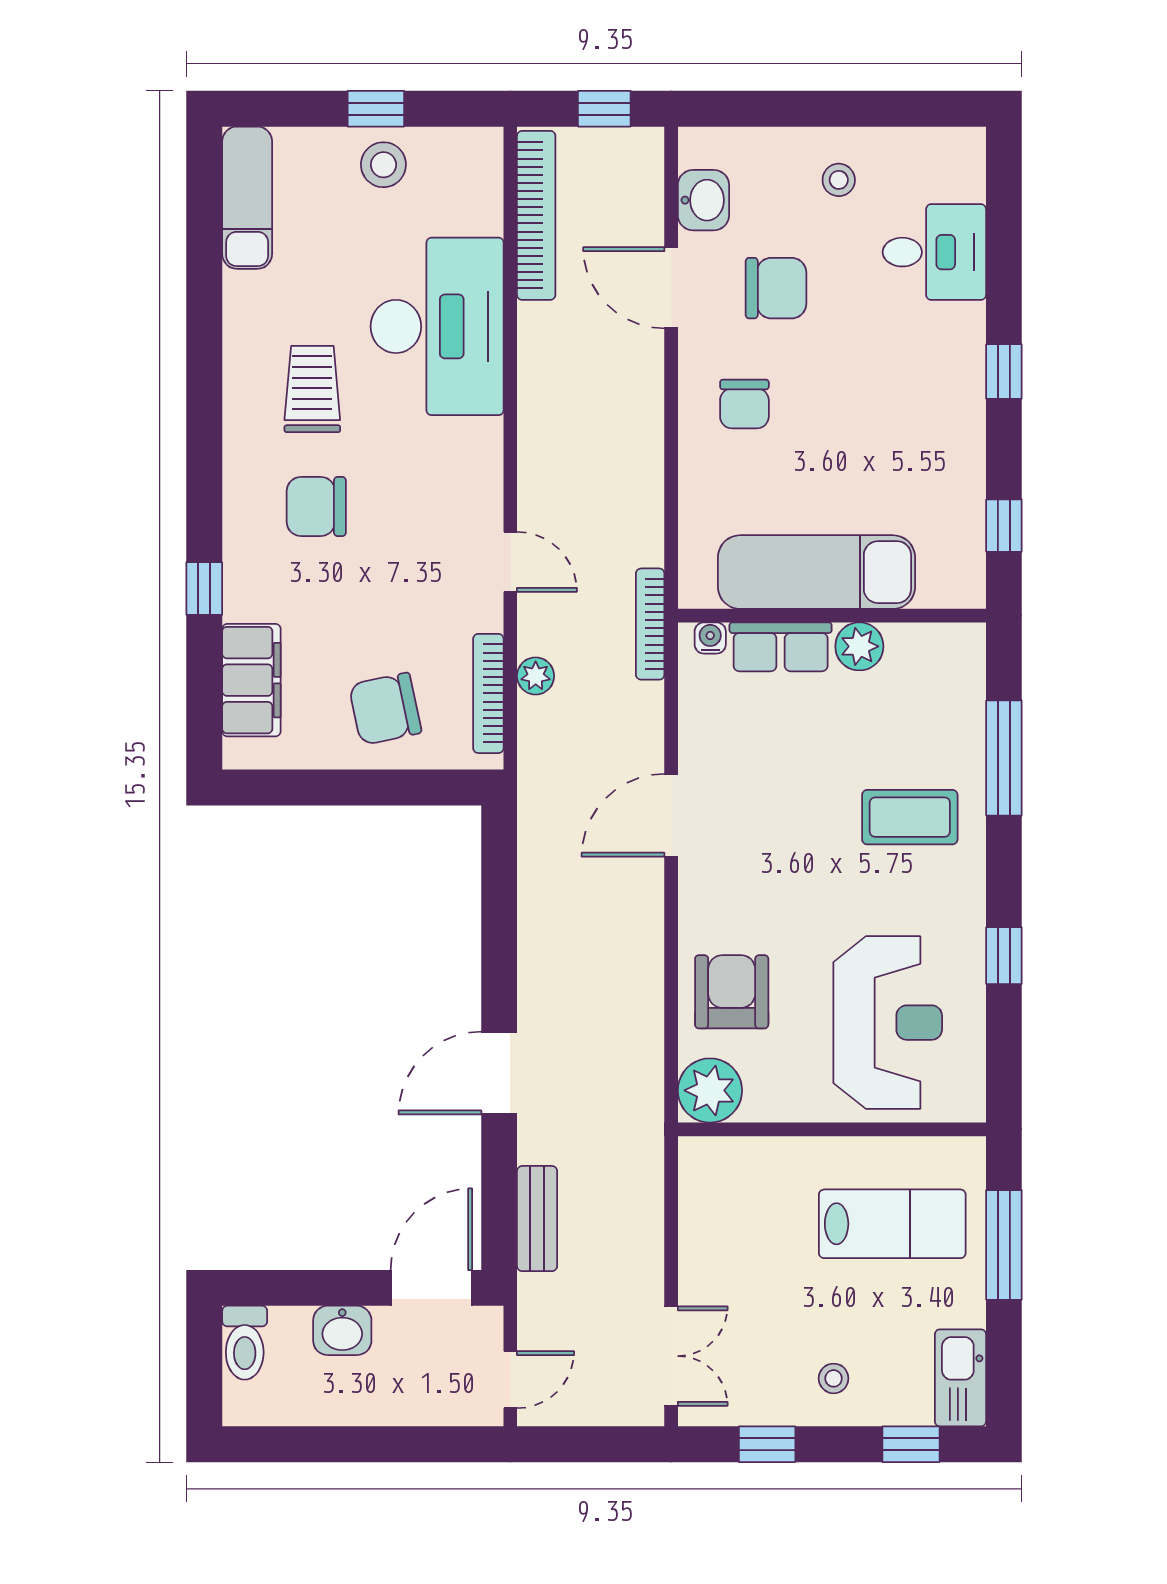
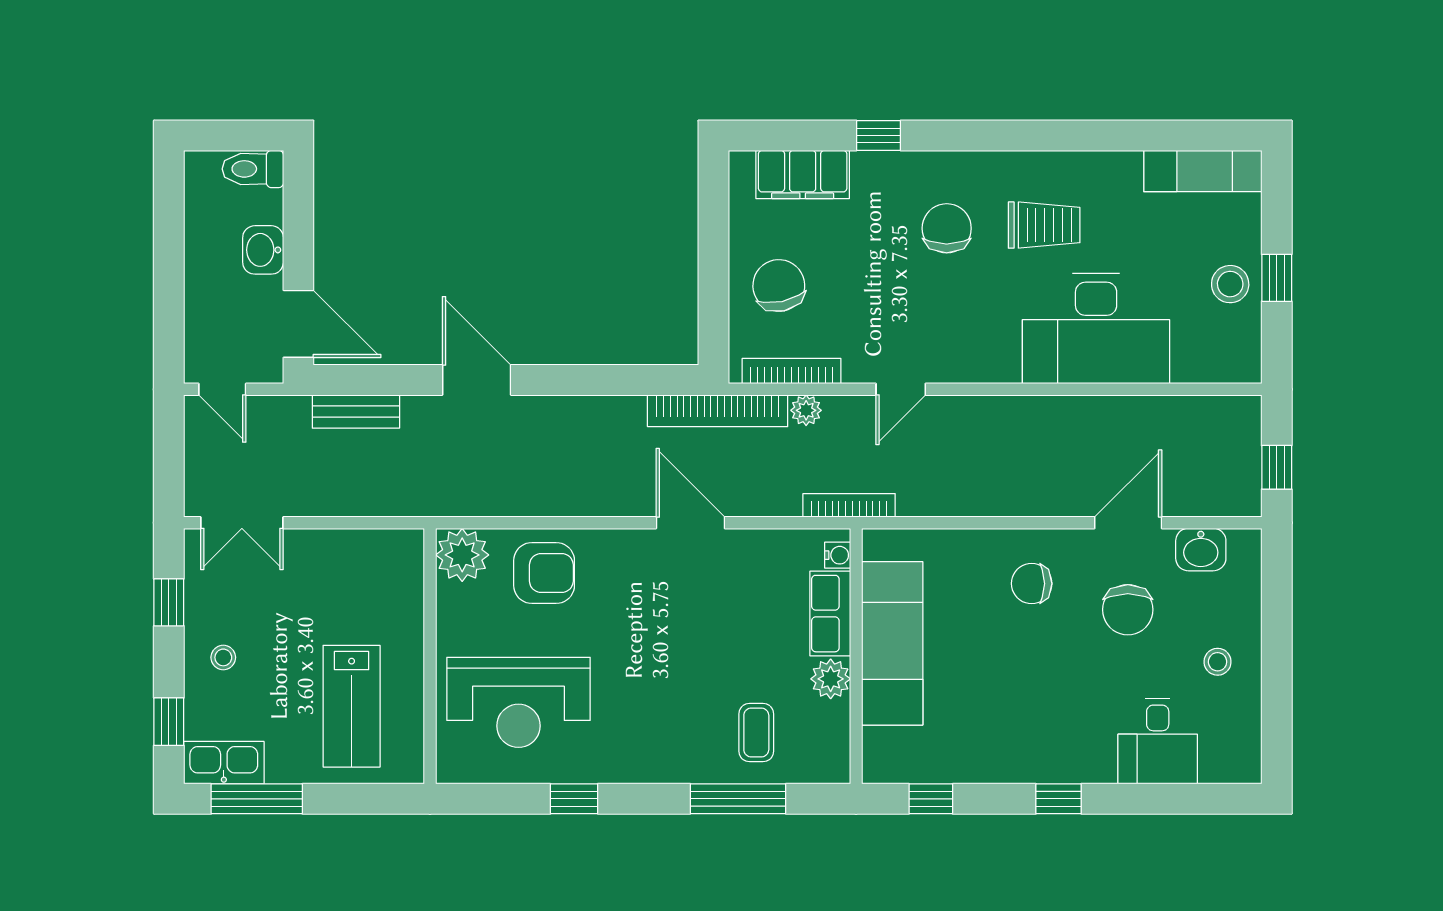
bookcase: (536, 215) -> (718, 411), moved
coffee table: (910, 817) -> (756, 733), moved, width x0.73, depth x0.77
window: (1004, 1245) -> (257, 799), moved

